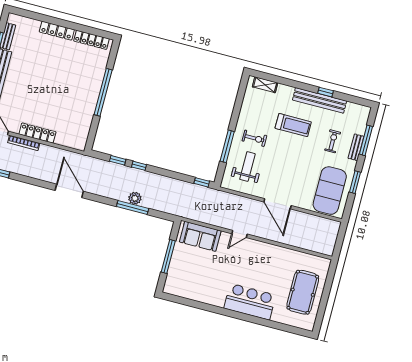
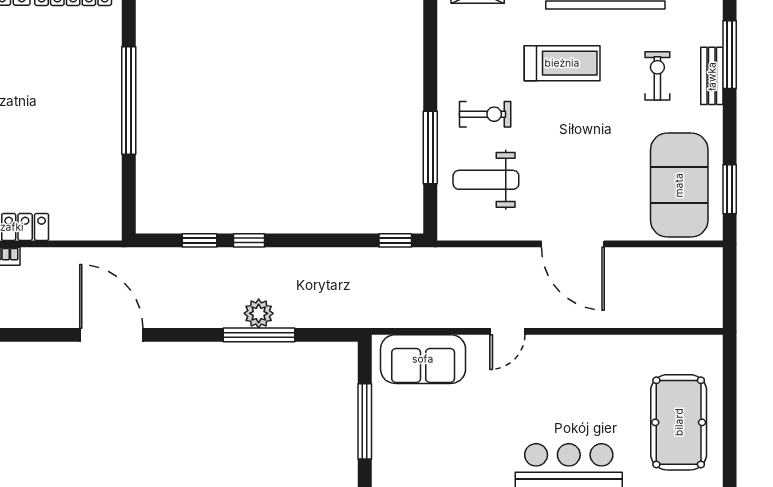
weight bench: (247, 167) -> (486, 180), turned -90
window: (355, 182) -> (730, 189), moved

